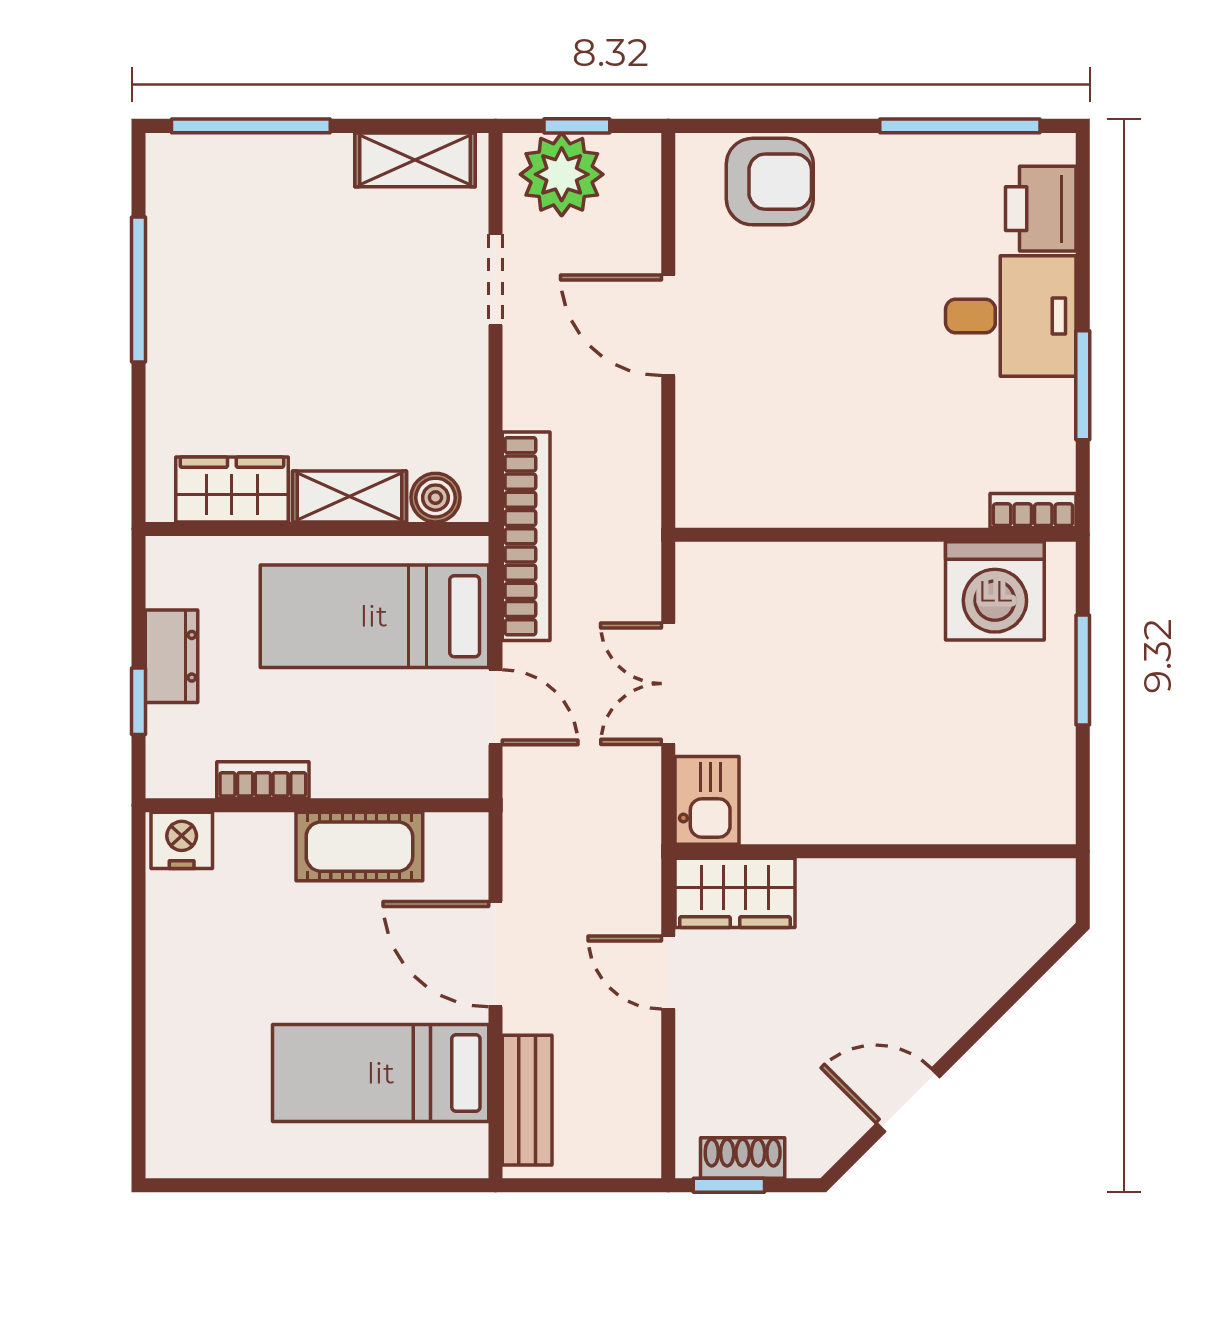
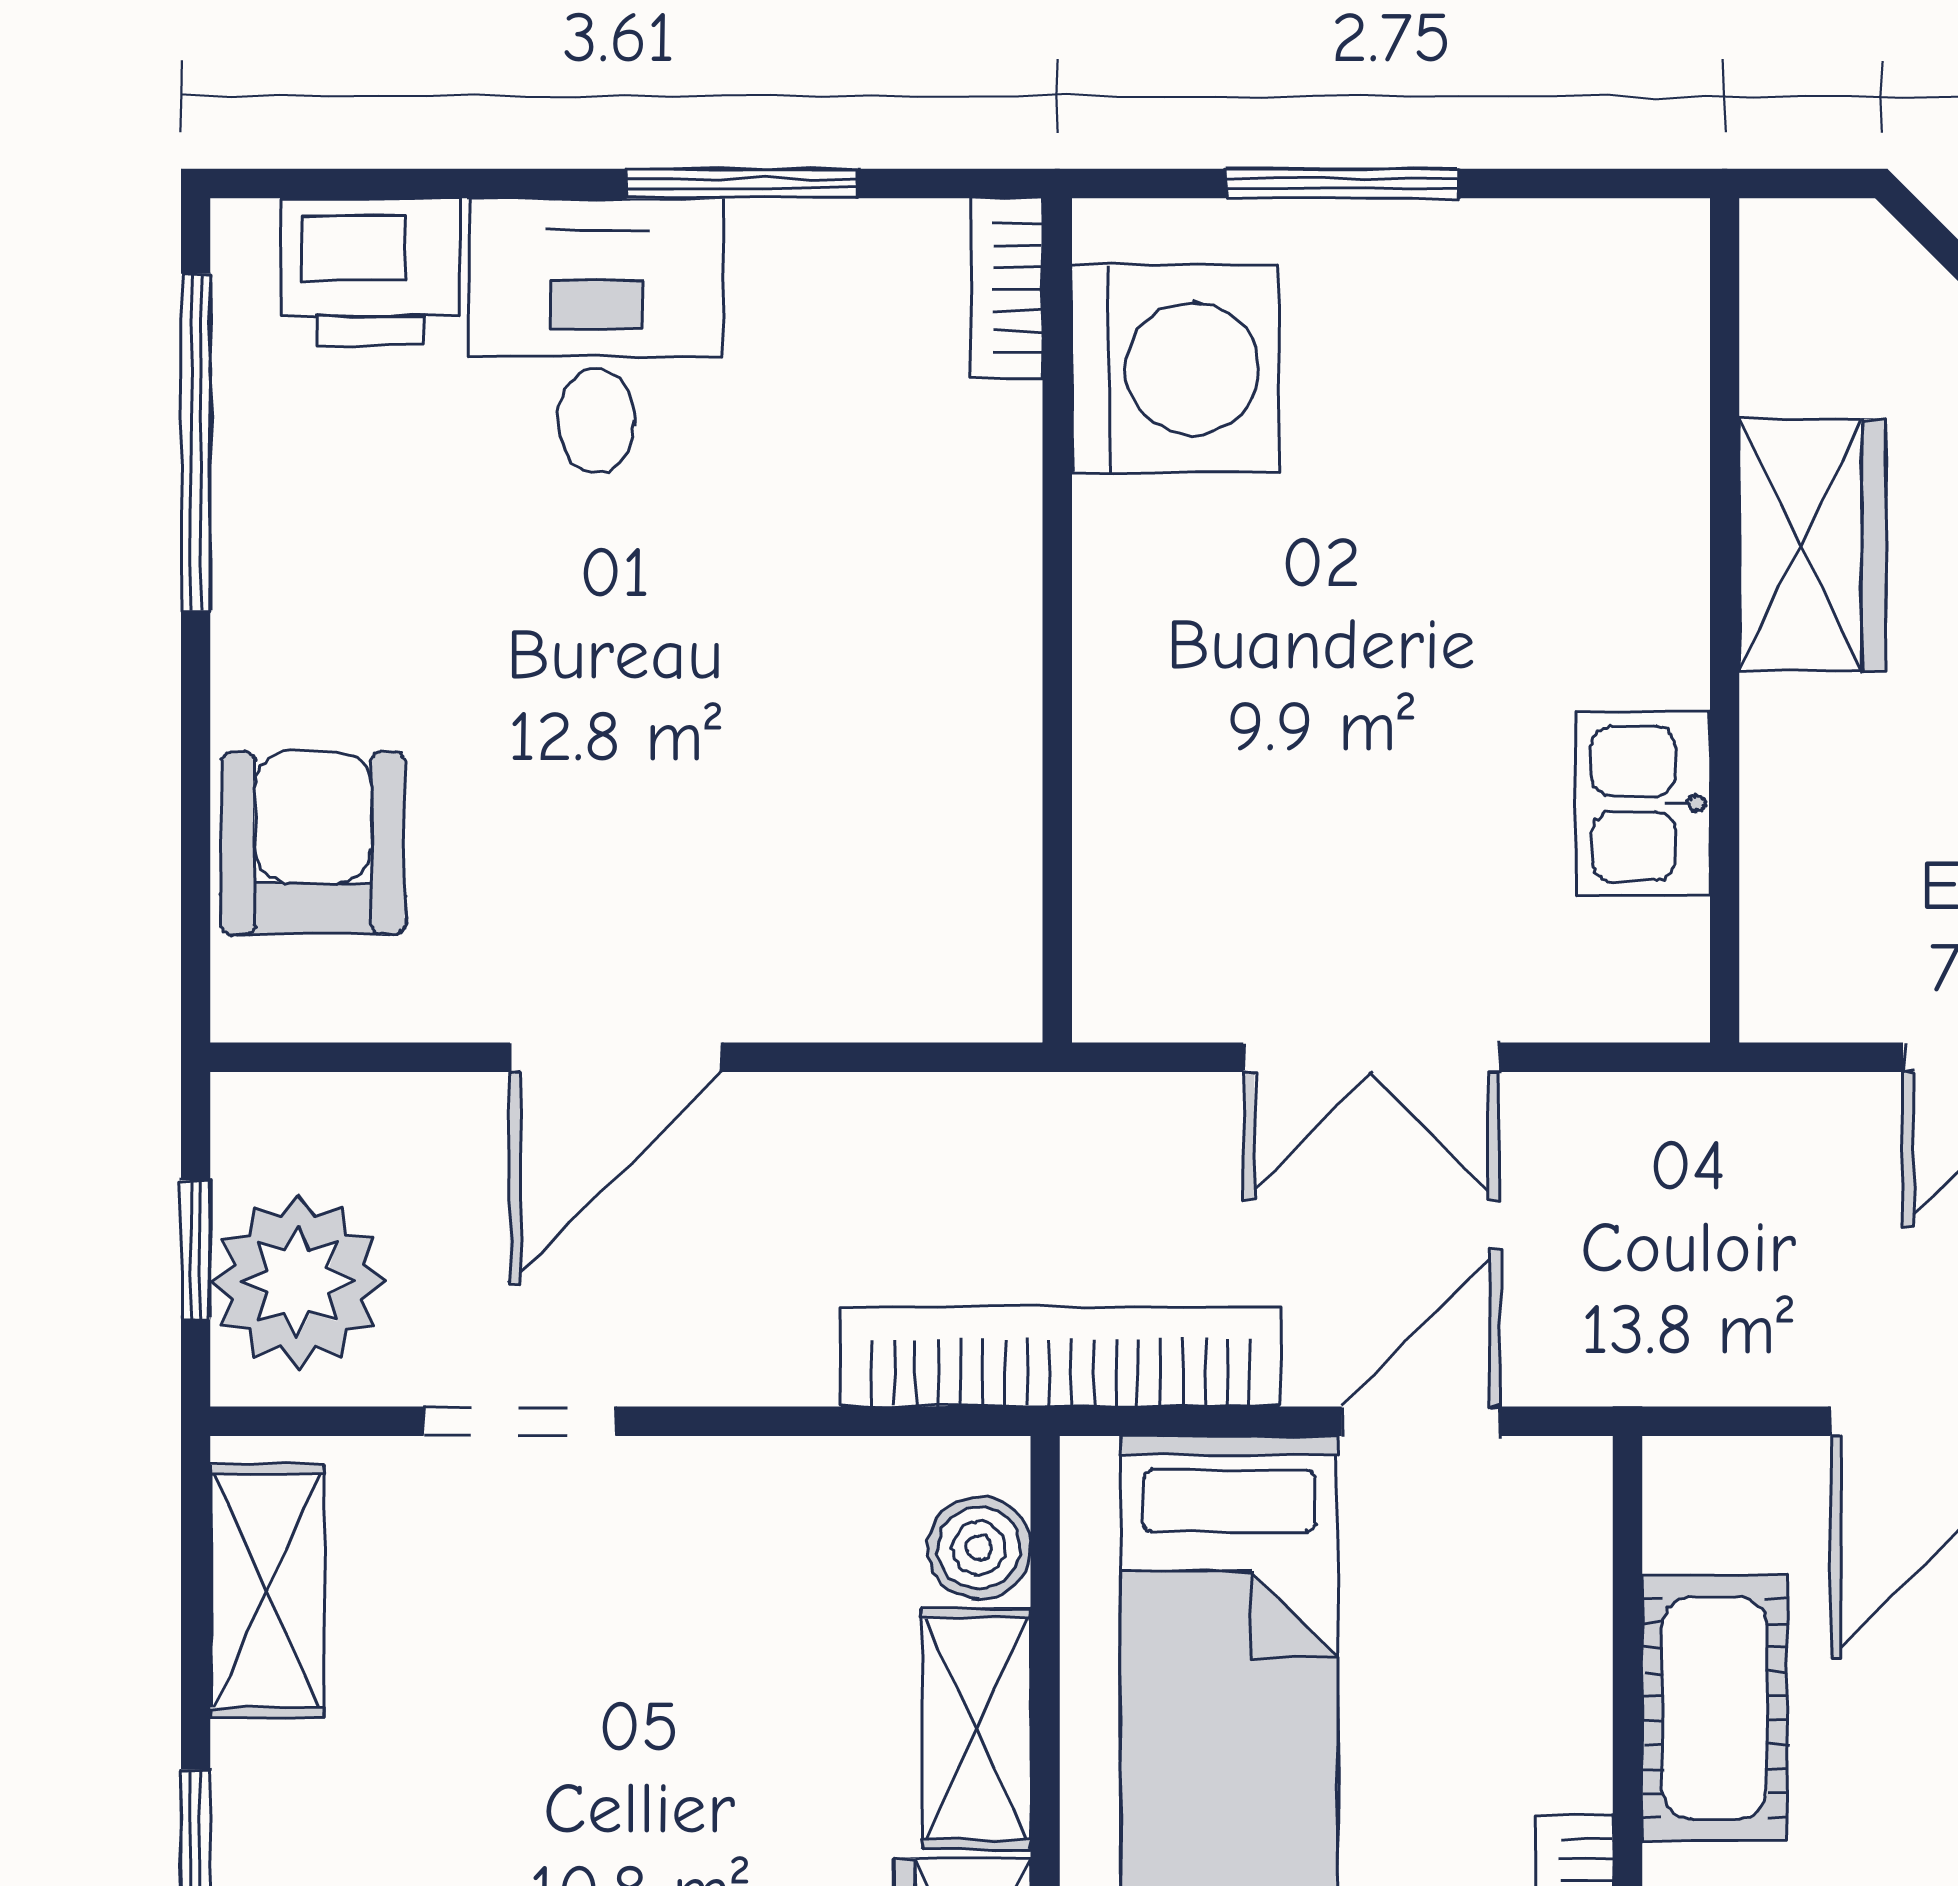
kitchen sink: (707, 800) -> (1643, 804), moved, turned -90
wardrobe: (735, 893) -> (1812, 545), moved

